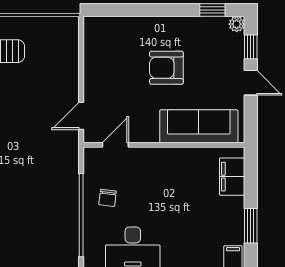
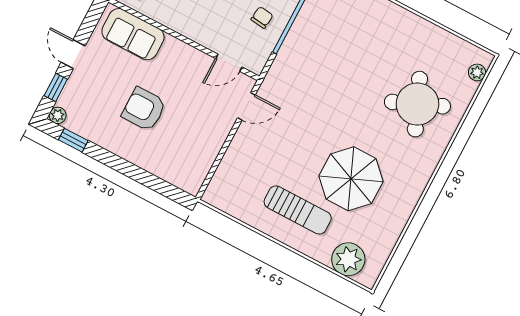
armchair: (166, 68) -> (144, 109), turned 180
sofa: (199, 126) -> (133, 34), width x0.73

